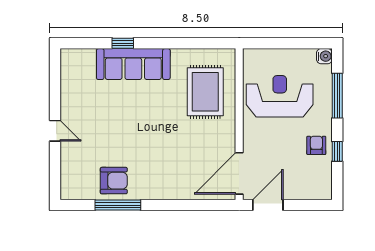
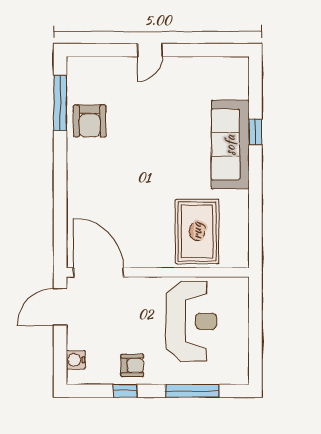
water cooler: (324, 56) -> (76, 360), moved, turned 90
rug: (205, 92) -> (197, 231), turned 90
window: (118, 205) -> (60, 103), moved
door: (268, 205) -> (60, 307), swing flipped

